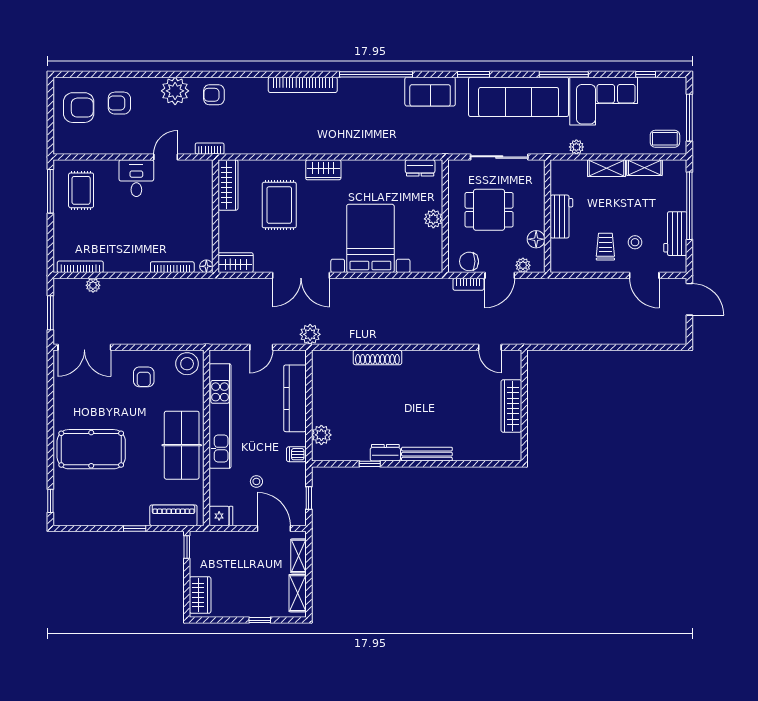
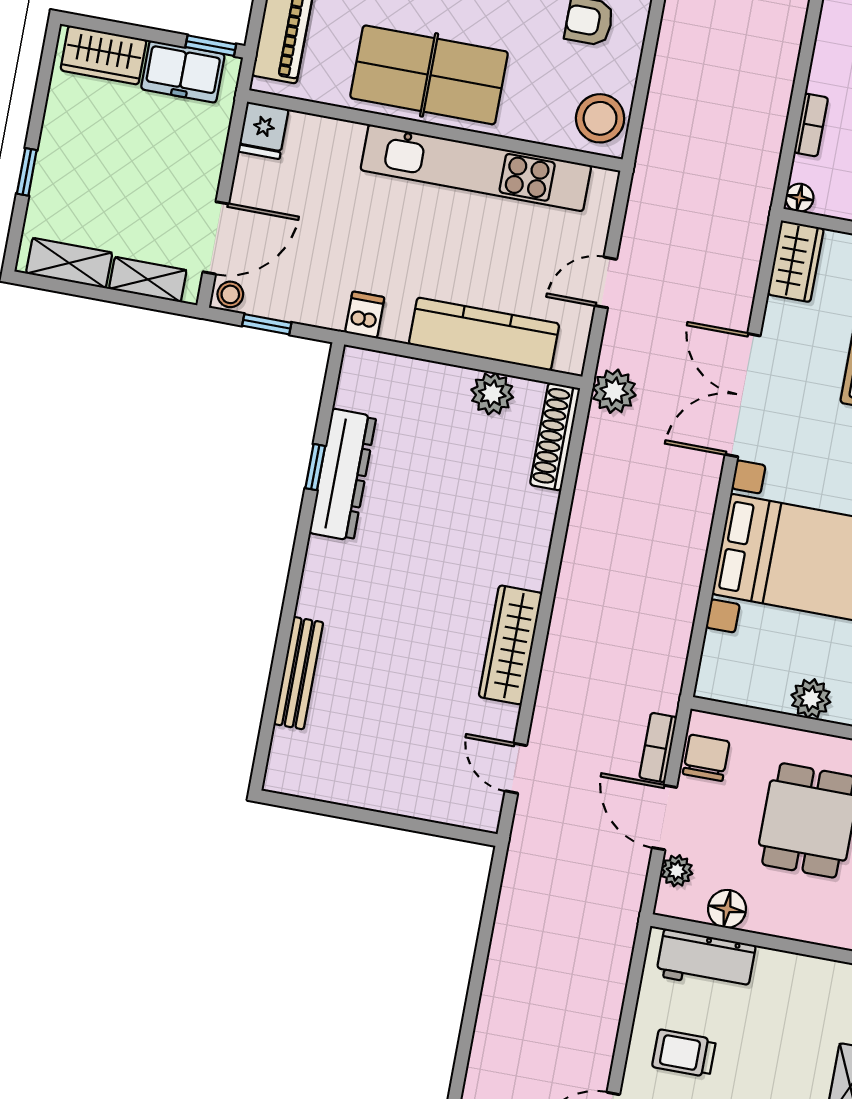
workbench: (561, 217) -> (706, 961), moved
trolley: (605, 247) -> (684, 1053), turned 180
bookcase: (172, 267) -> (811, 125), width x0.64
door: (261, 347) -> (606, 282), hinge flipped
door: (490, 347) -> (516, 768), hinge flipped
shoe rack: (377, 357) -> (555, 437), moved
wardrobe: (511, 406) -> (510, 645), moved, turned -90
plant: (321, 435) -> (492, 394), moved
dresser: (385, 453) -> (343, 475), width x1.96, depth x1.24
bench: (427, 454) -> (298, 673), moved
stool: (256, 481) -> (230, 294), moved
freezer: (201, 557) -> (183, 72), added

